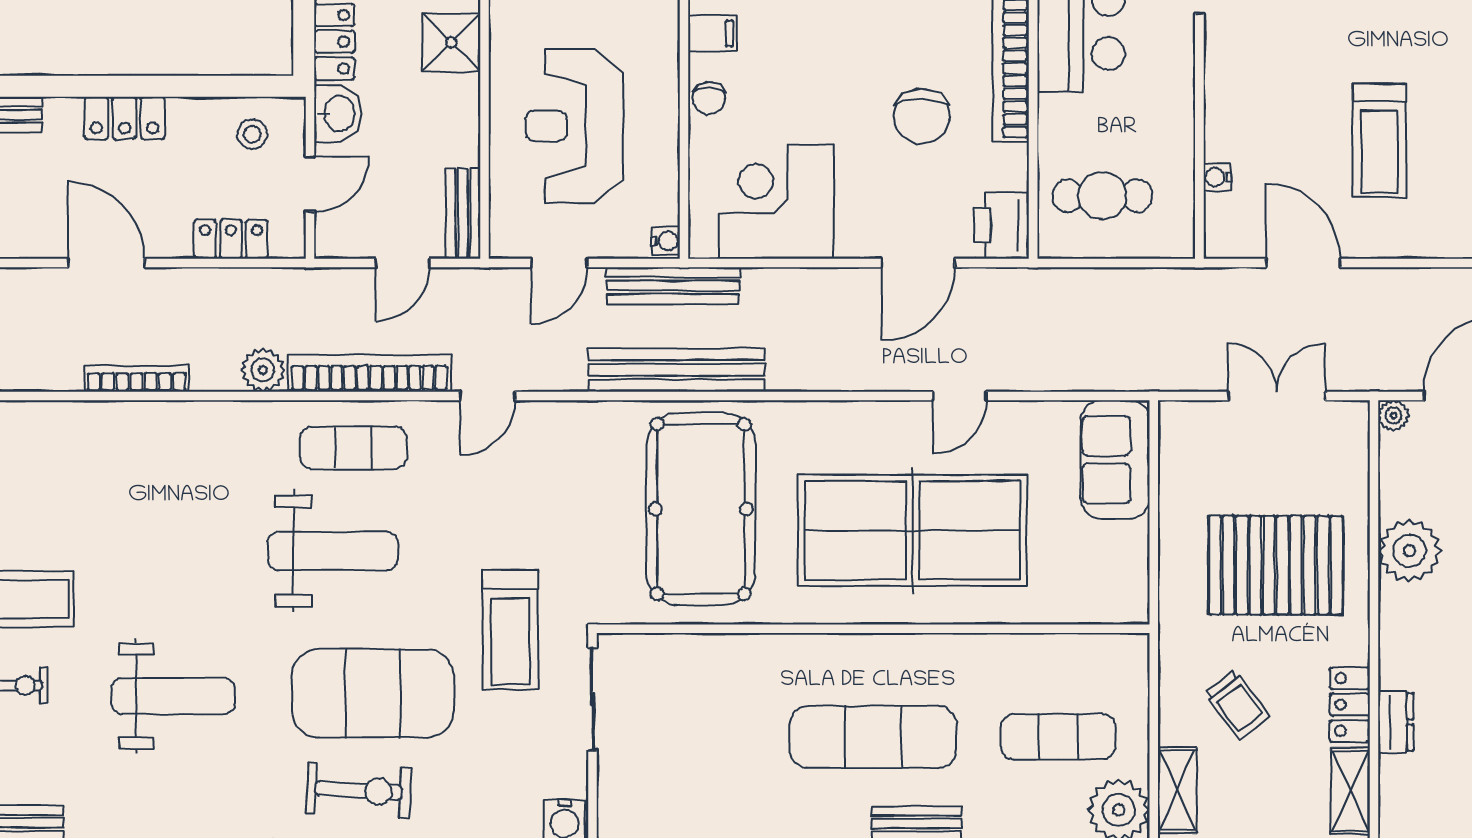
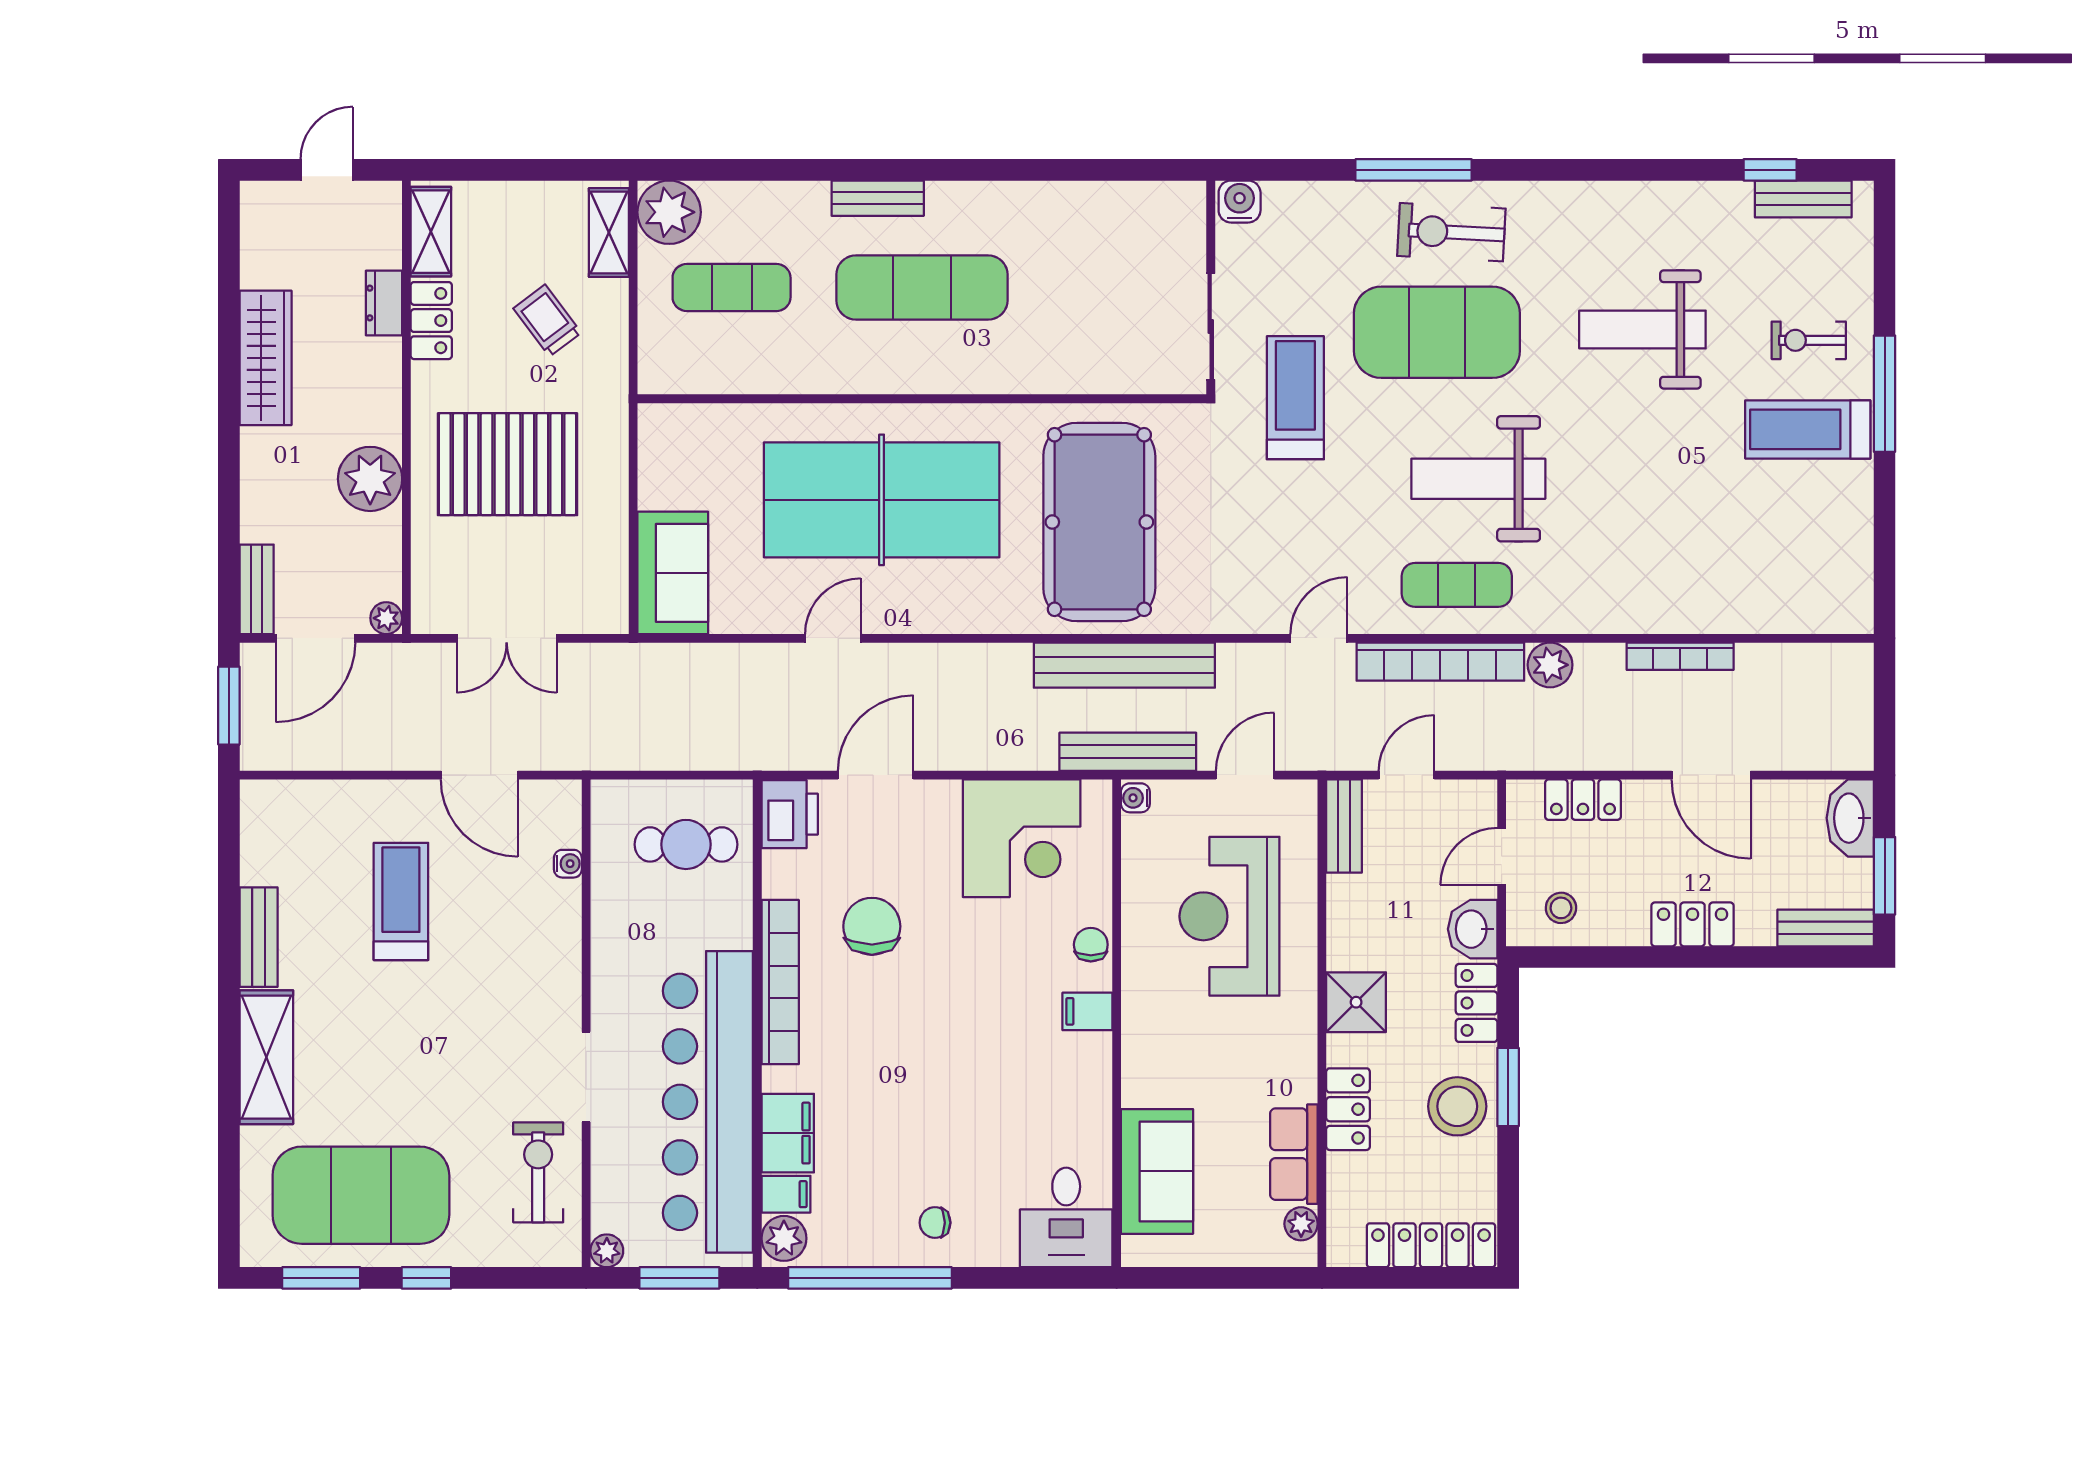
reception desk: (574, 126) -> (1229, 916), turned 180

